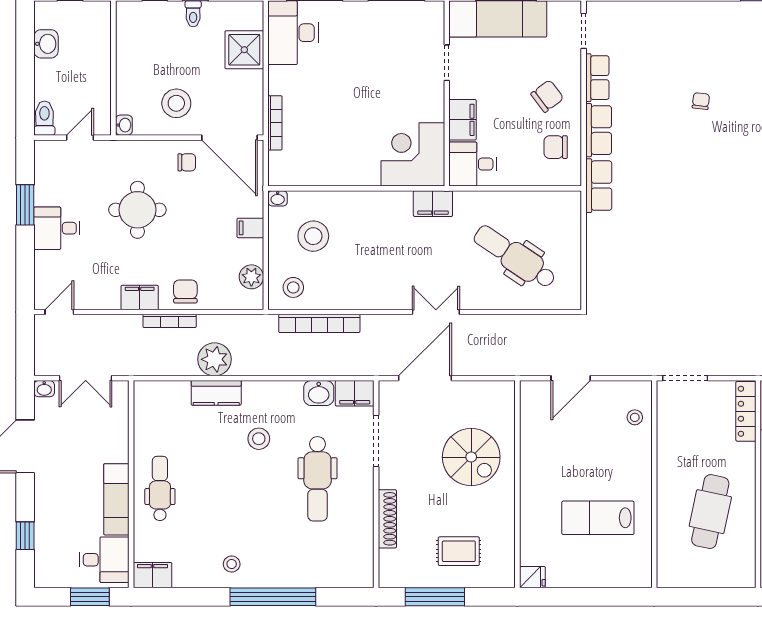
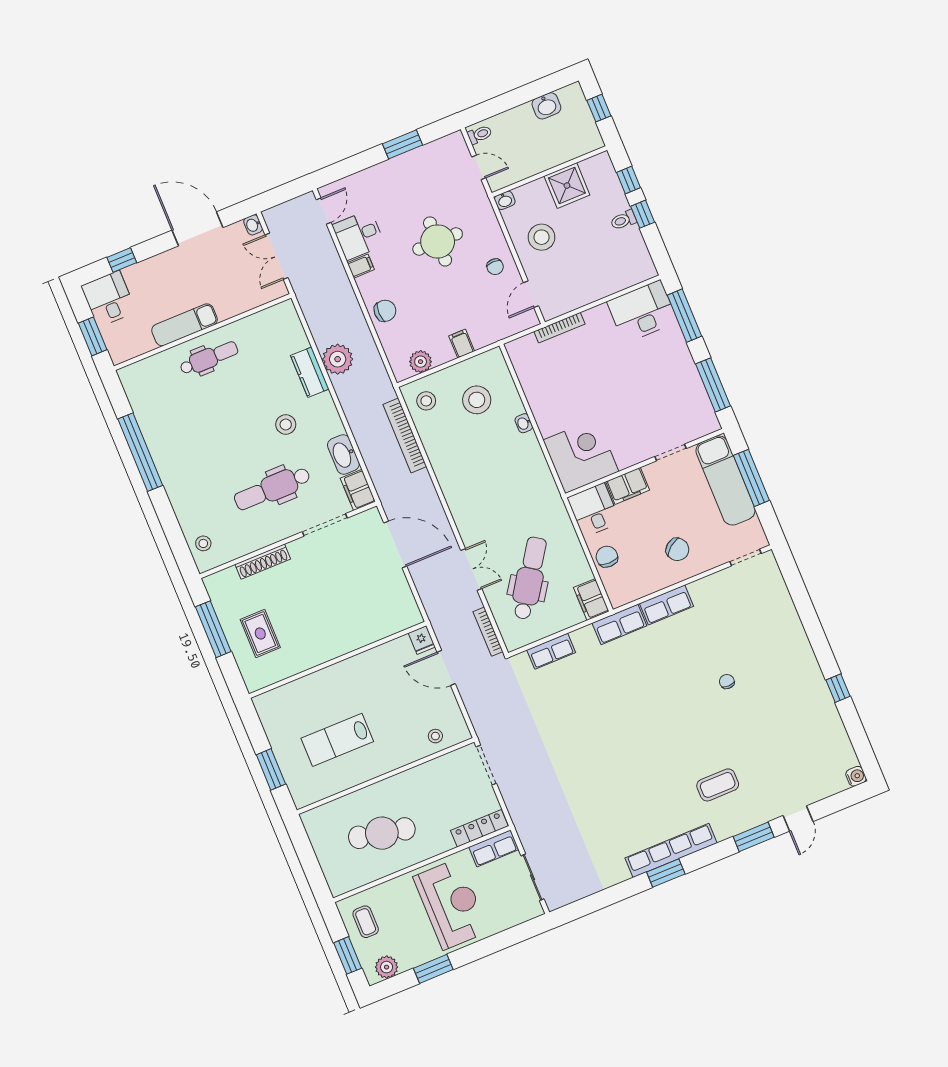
shower: (244, 50) -> (567, 186), moved
row of seats: (597, 78) -> (551, 651), moved
chair: (701, 101) -> (727, 682), turned -97
toilet: (44, 118) -> (480, 135), width x0.73, depth x0.72
door: (229, 138) -> (531, 294), width x0.53
chair: (556, 147) -> (607, 557), moved
washbasin: (278, 198) -> (524, 423), moved
filing cabinet: (433, 204) -> (591, 599), moved
desk: (57, 228) -> (358, 235), moved, turned -90
filing cabinet: (140, 297) -> (361, 266), width x0.50
door: (59, 312) -> (324, 211), hinge flipped
double door: (436, 312) -> (471, 569), moved
bookcase: (170, 321) -> (488, 632), moved
washbasin: (319, 393) -> (343, 454), width x1.38
spiral stairs: (471, 457) -> (344, 611), removed
lab bench: (598, 518) -> (337, 740), turned -90
desk: (104, 560) -> (109, 299), moved, turned 180
stool: (232, 564) -> (203, 543), moved
filing cabinet: (152, 575) -> (133, 382), removed
fridge: (532, 577) -> (422, 640), moved
window: (273, 597) -> (140, 452), moved
window: (600, 597) -> (271, 769), added

